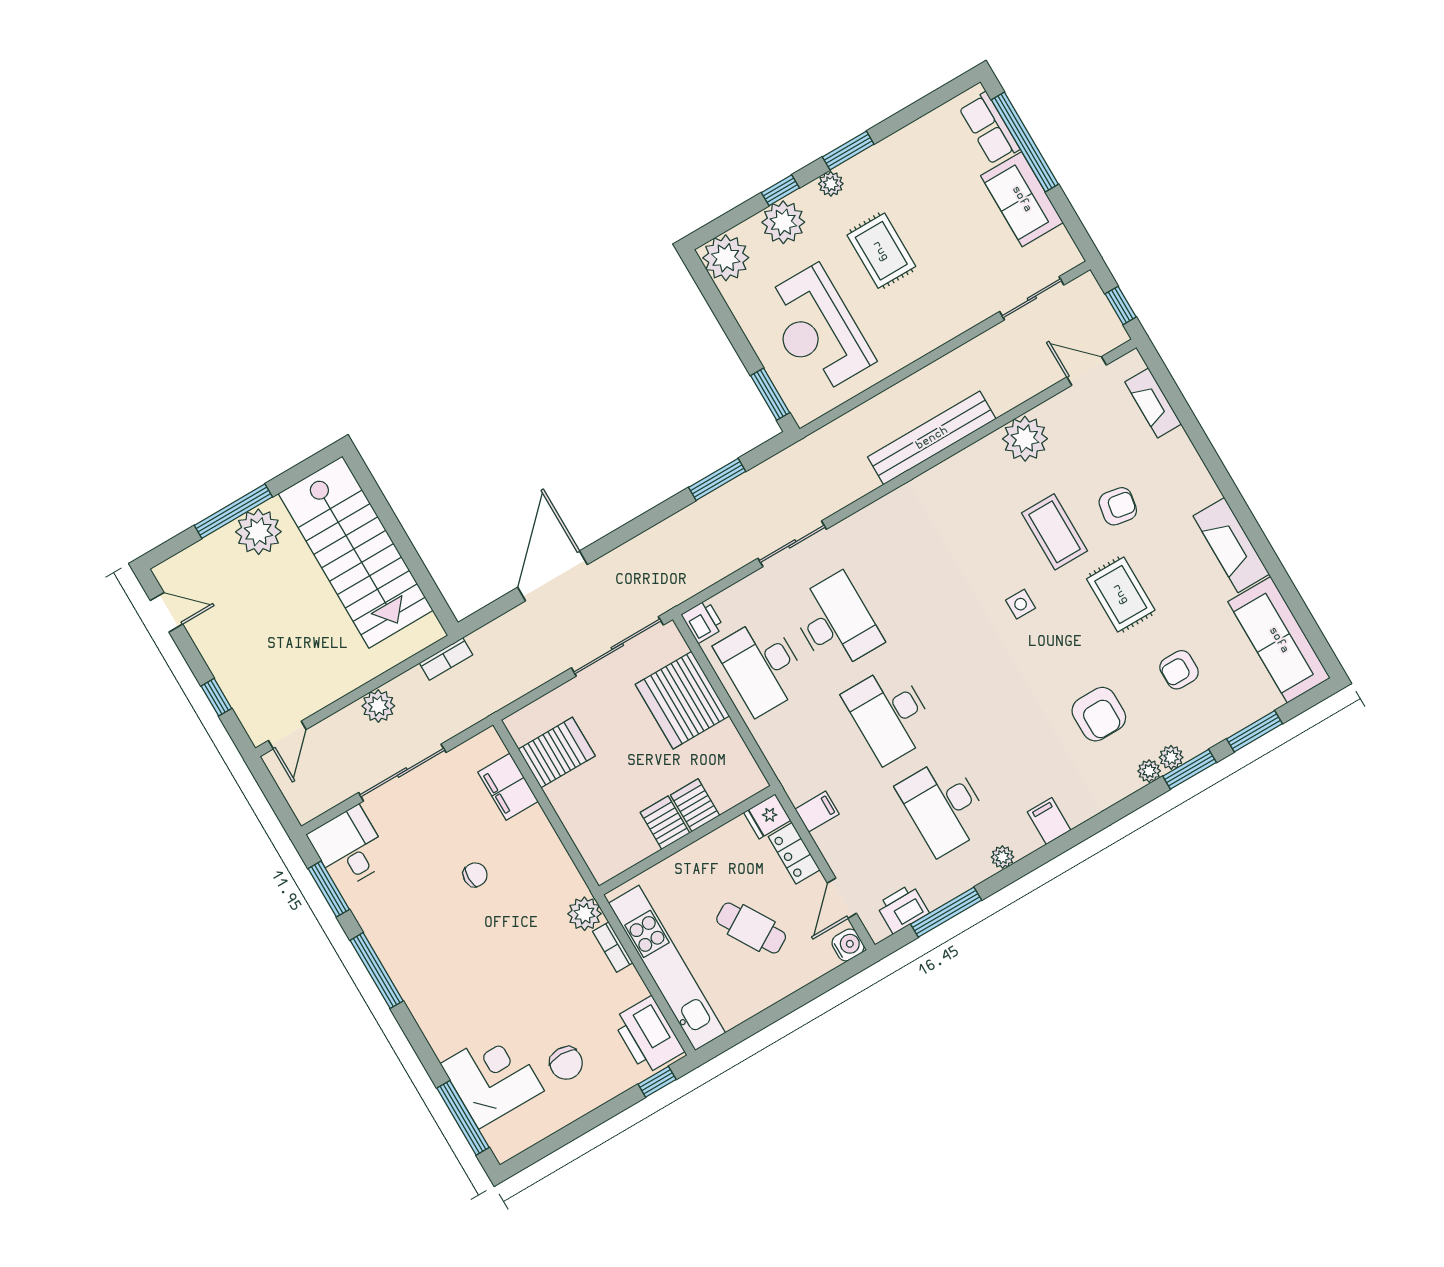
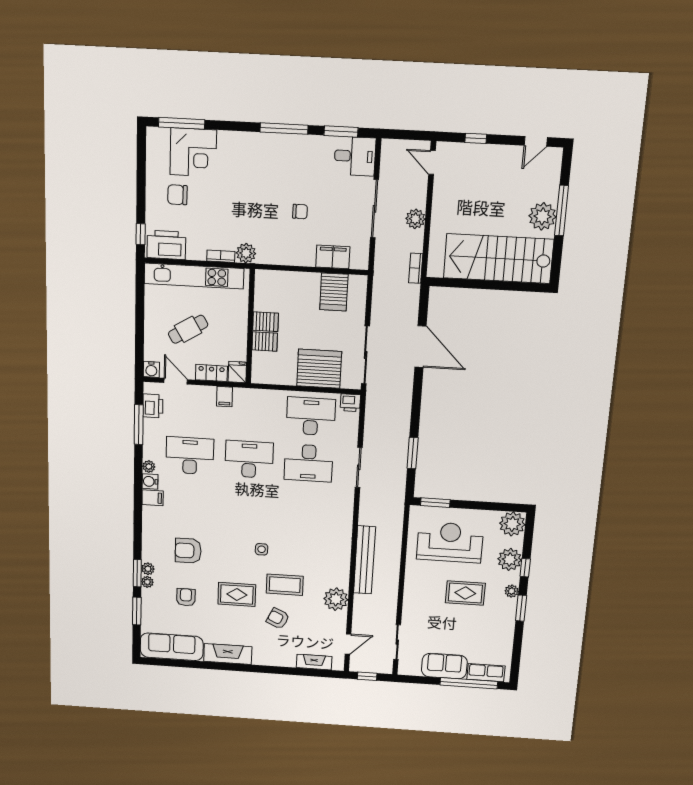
armchair: (1118, 506) -> (278, 618), turned 105
plant: (1149, 771) -> (147, 582), moved
water cooler: (1025, 841) -> (150, 481), added
chair: (475, 875) -> (300, 211), turned -90

